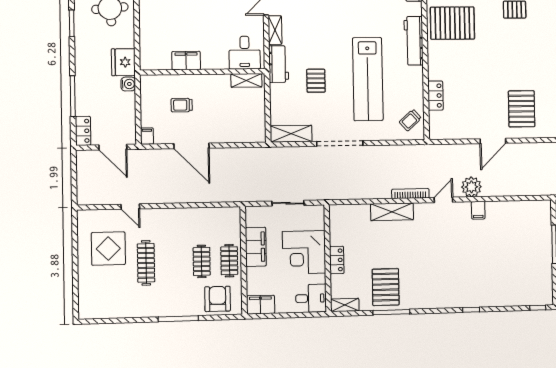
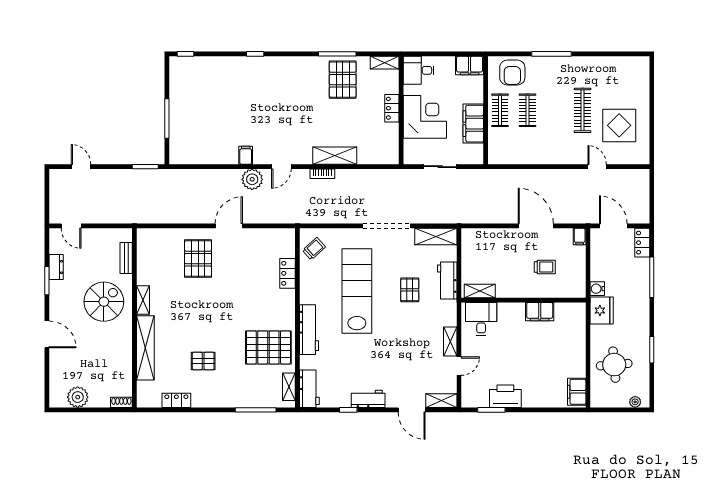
workbench: (279, 64) -> (447, 280), moved
bookcase: (410, 194) -> (322, 174), width x0.64

